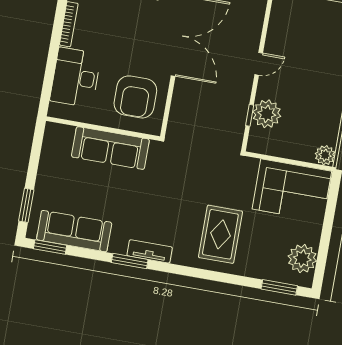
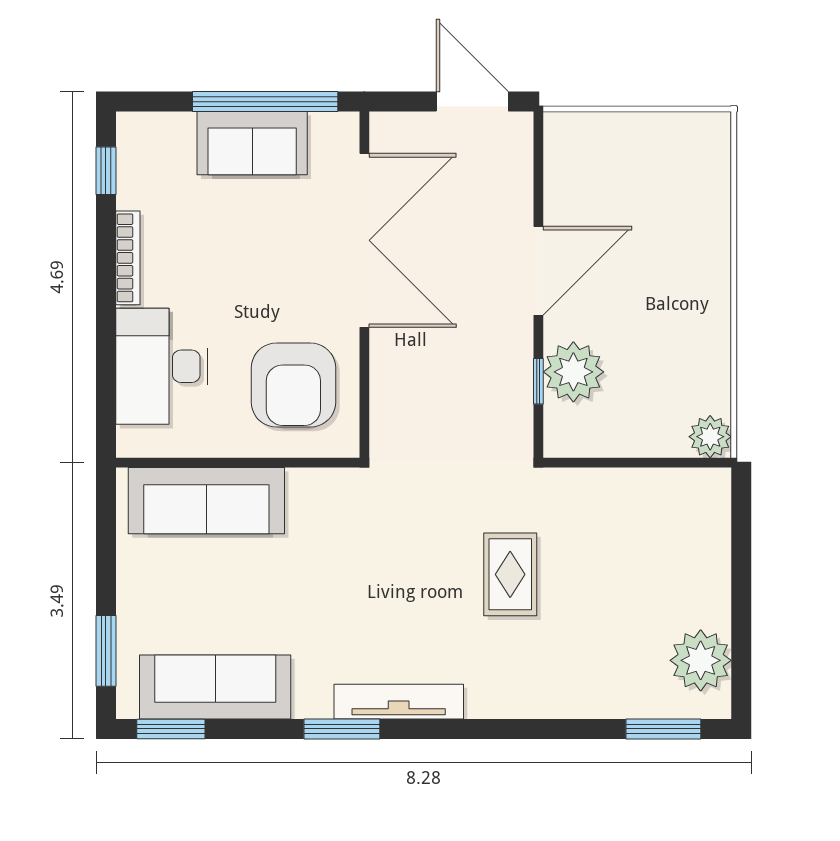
door: (259, 64) -> (538, 271), width x1.88
sofa: (110, 148) -> (206, 501), moved
corner sofa: (292, 190) -> (654, 522), removed
rug: (220, 234) -> (510, 574), moved, width x0.73, depth x0.70
tv unit: (150, 251) -> (399, 702), width x1.41

